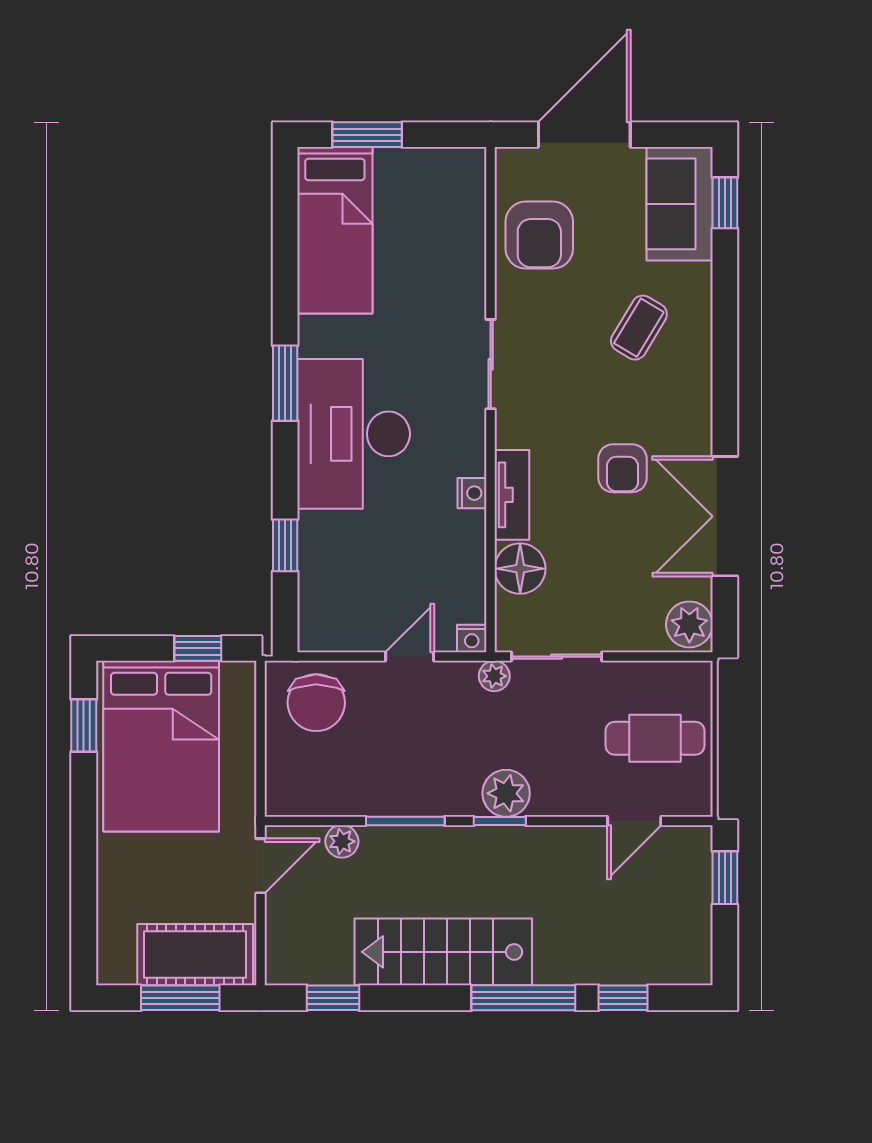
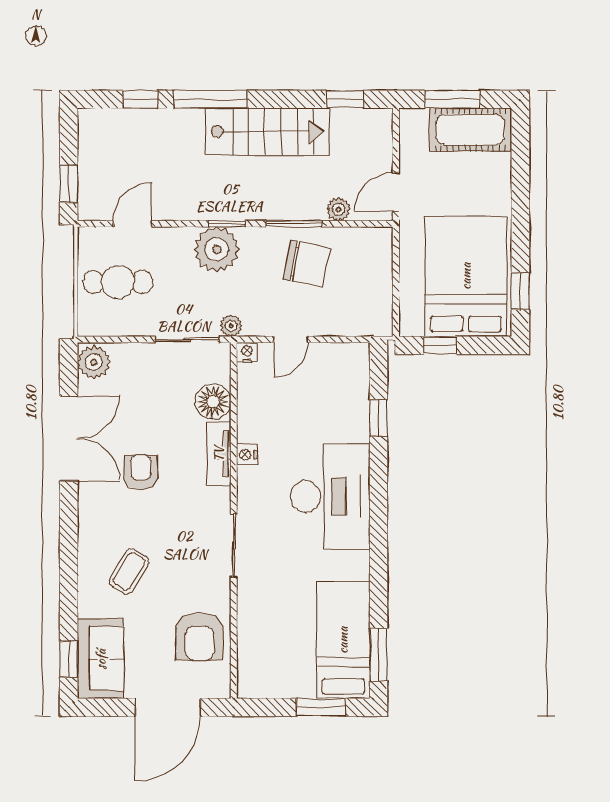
armchair: (539, 235) -> (199, 637), turned 180
window: (285, 383) -> (378, 654), moved
chair: (316, 703) -> (307, 264), moved, turned 101
plant: (506, 793) -> (217, 249), width x1.36, depth x1.36
cot: (195, 955) -> (470, 130), moved

